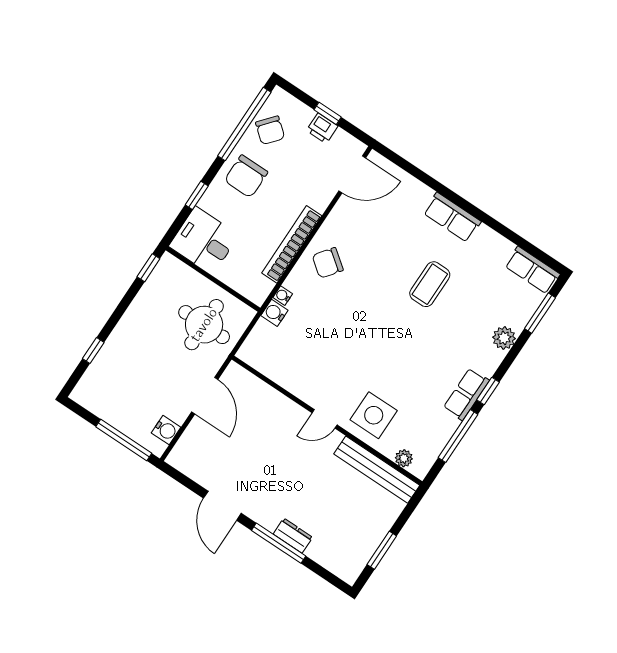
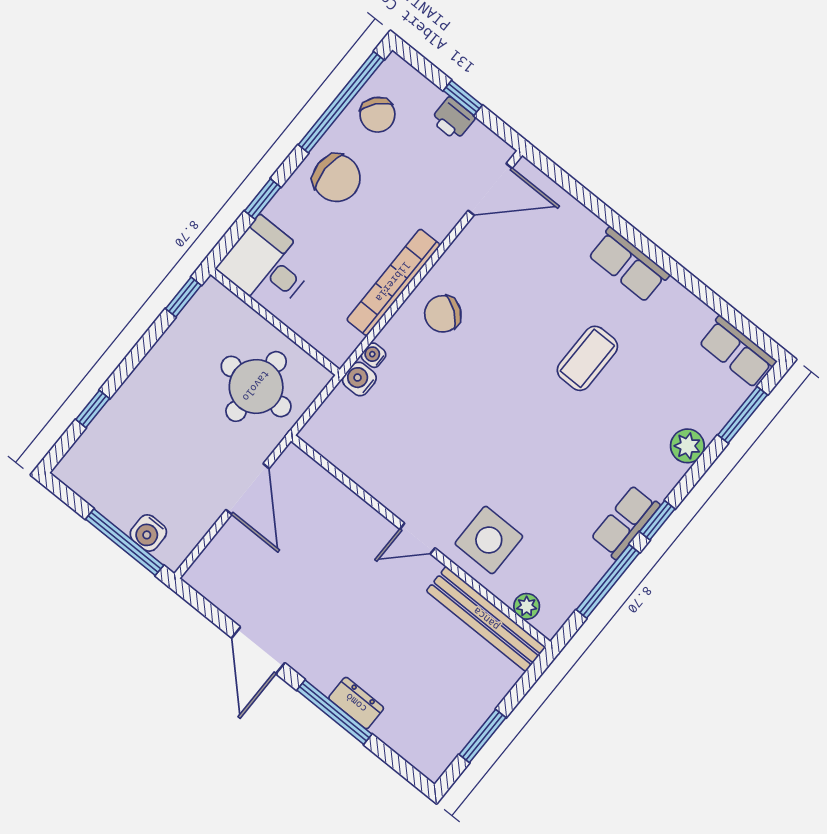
chair: (246, 176) -> (337, 178), turned -90
water cooler: (166, 430) -> (148, 533), moved, turned 90

